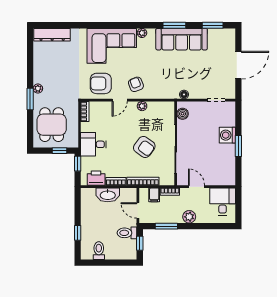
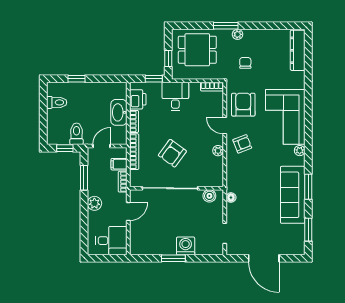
chair: (63, 82) -> (245, 63), added

